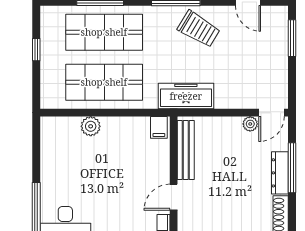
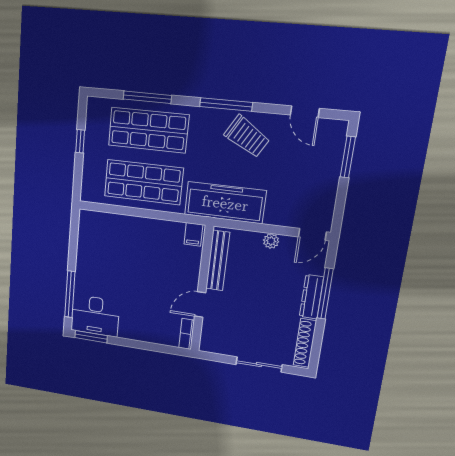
freezer: (186, 96) -> (225, 203), width x1.36, depth x1.26
plant: (250, 124) -> (271, 241), moved
plant: (91, 126) -> (127, 225), removed

